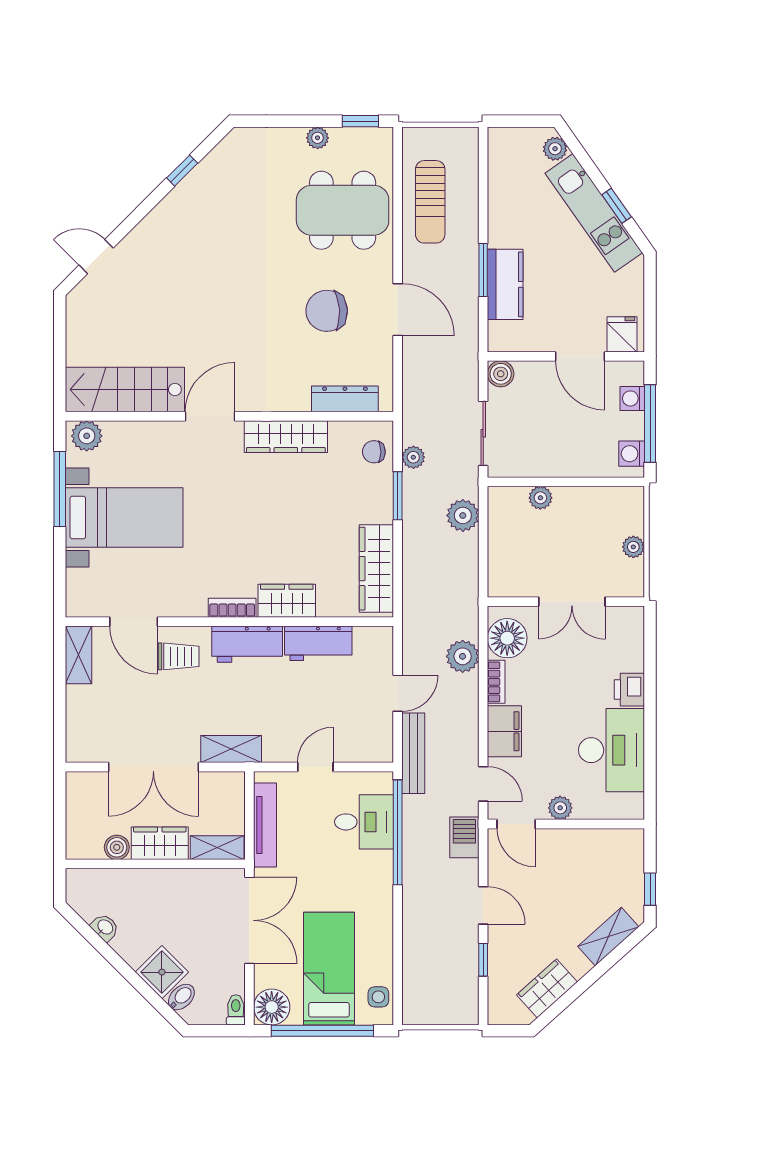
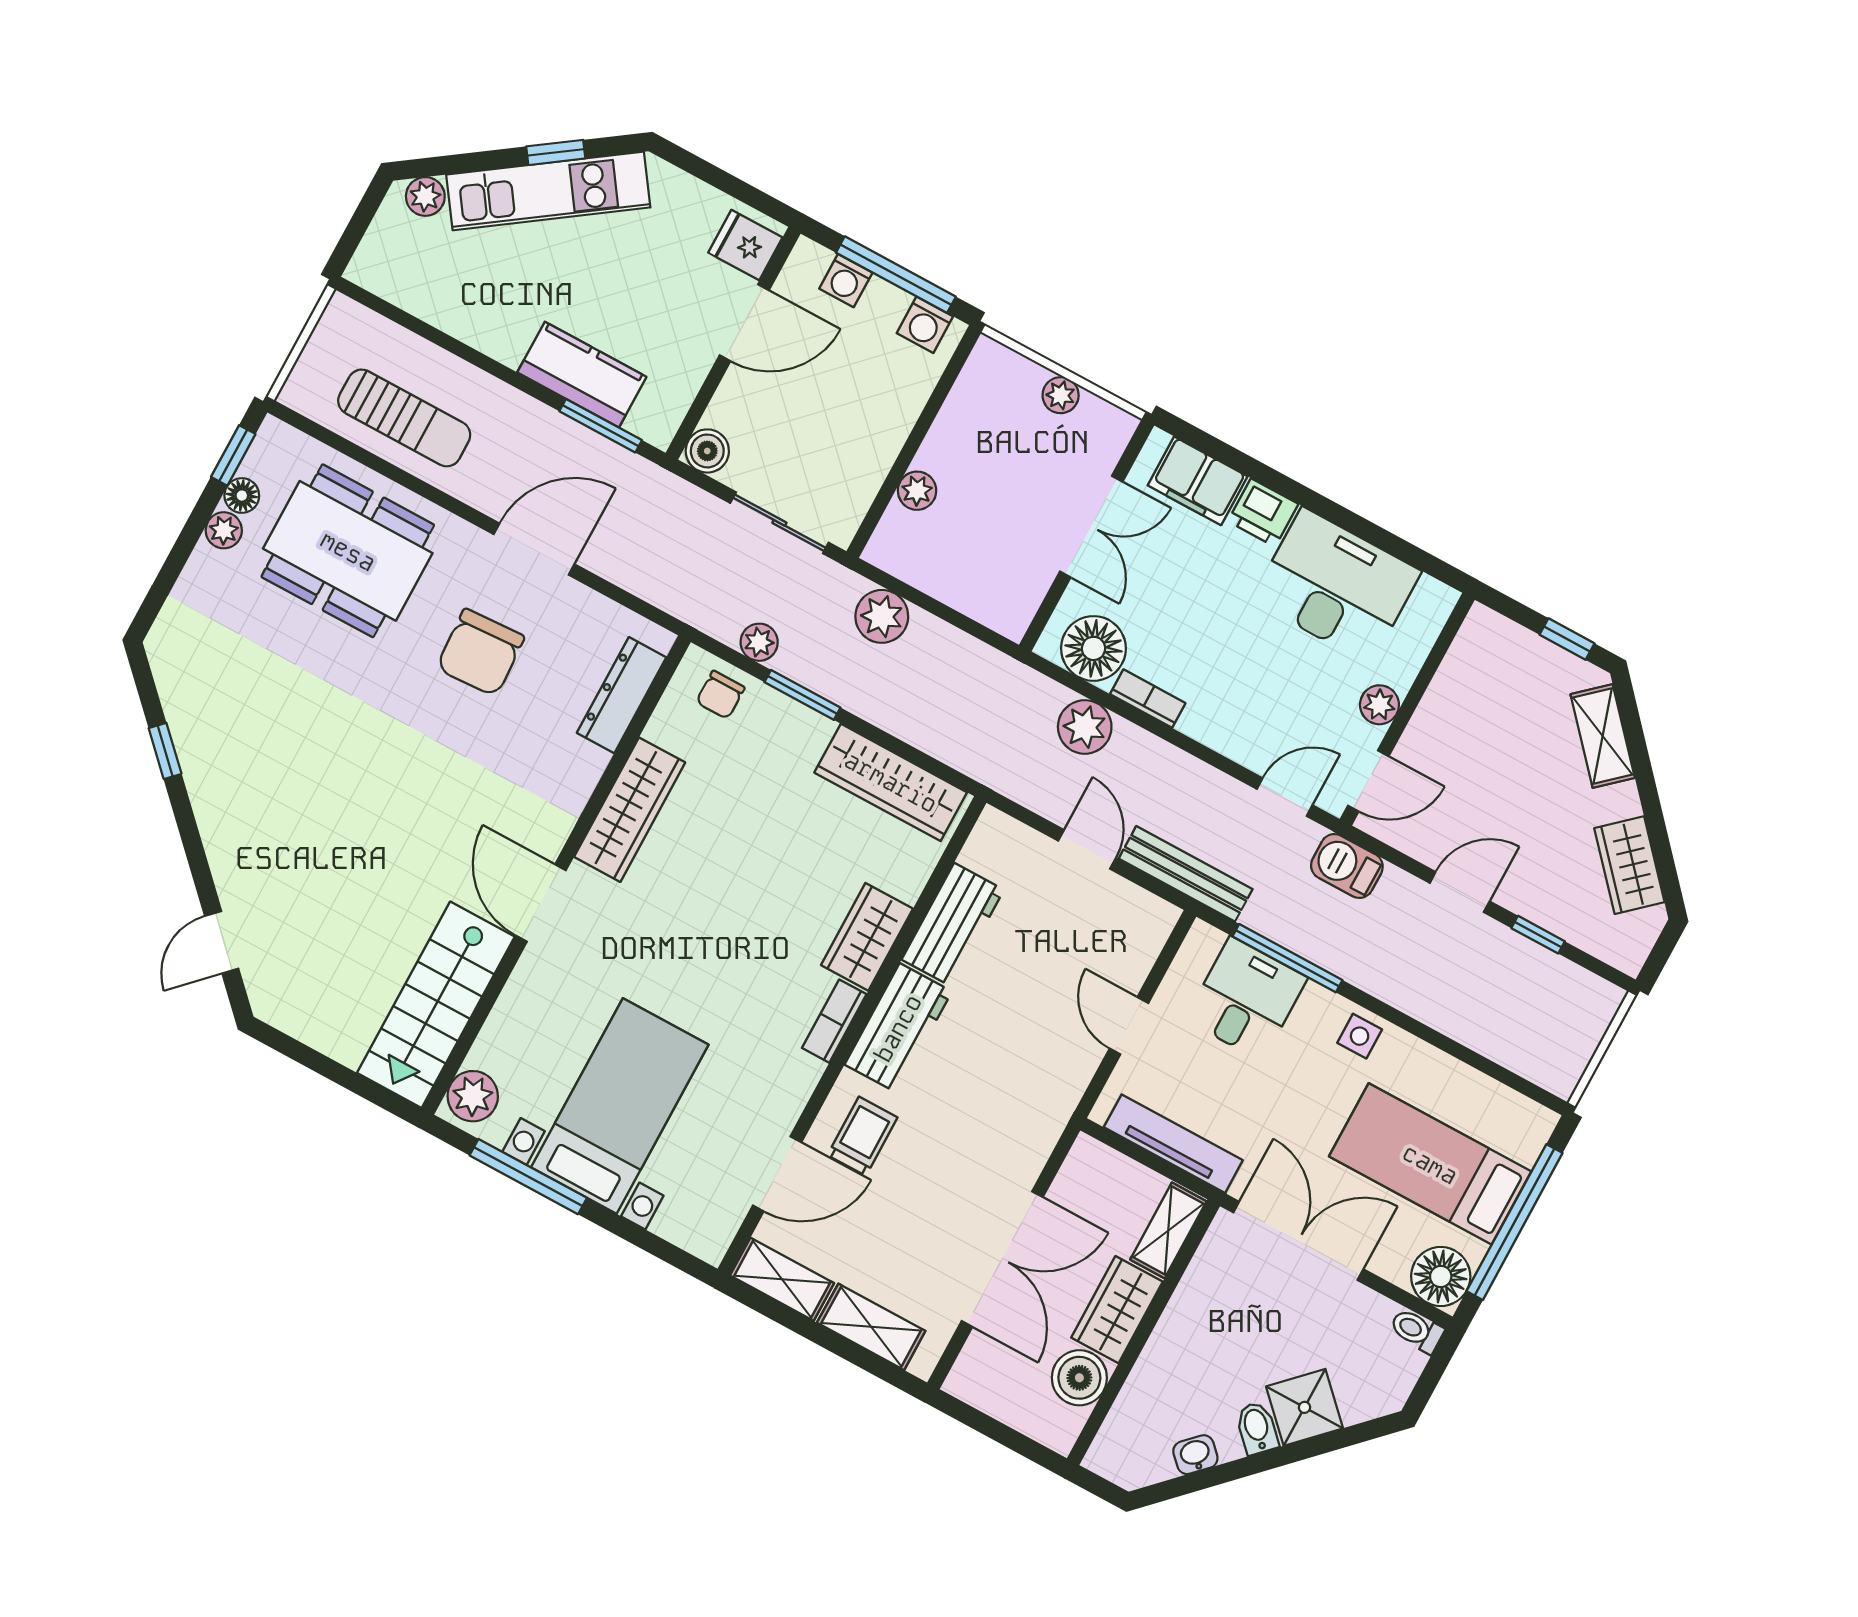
floor lamp: (341, 137) -> (242, 496), added
dining table: (343, 210) -> (348, 551), turned 90
window: (483, 270) -> (601, 426), moved
filing cabinet: (504, 731) -> (1198, 481), moved, turned 180
shelving: (231, 749) -> (871, 1327), moved, turned 90
window: (398, 832) -> (1287, 958), width x0.68
boiler: (117, 847) -> (1079, 1378), width x1.36, depth x1.36
bidet: (181, 997) -> (1257, 1428), moved
side table: (378, 997) -> (1360, 1036), moved

